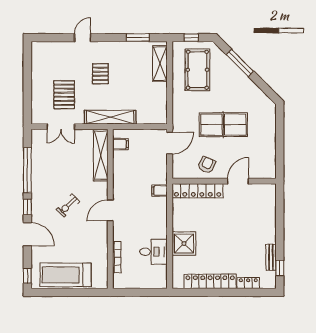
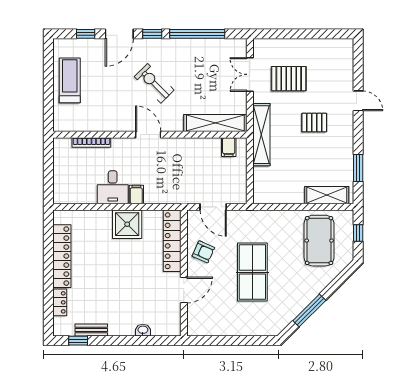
window: (240, 63) -> (309, 310), moved
pool table: (197, 70) -> (319, 241), turned 90
door: (170, 143) -> (213, 207), moved
door: (238, 181) -> (184, 290), hinge flipped
filing cabinet: (159, 191) -> (136, 194), moved
exercise bike: (68, 205) -> (154, 83), width x1.38, depth x1.39
washbasin: (271, 215) -> (143, 330), added
shower: (184, 243) -> (127, 224), moved
desk: (154, 252) -> (113, 187), moved
treadmill: (66, 275) -> (70, 80), width x0.73, depth x0.73
window: (27, 276) -> (86, 34), moved

